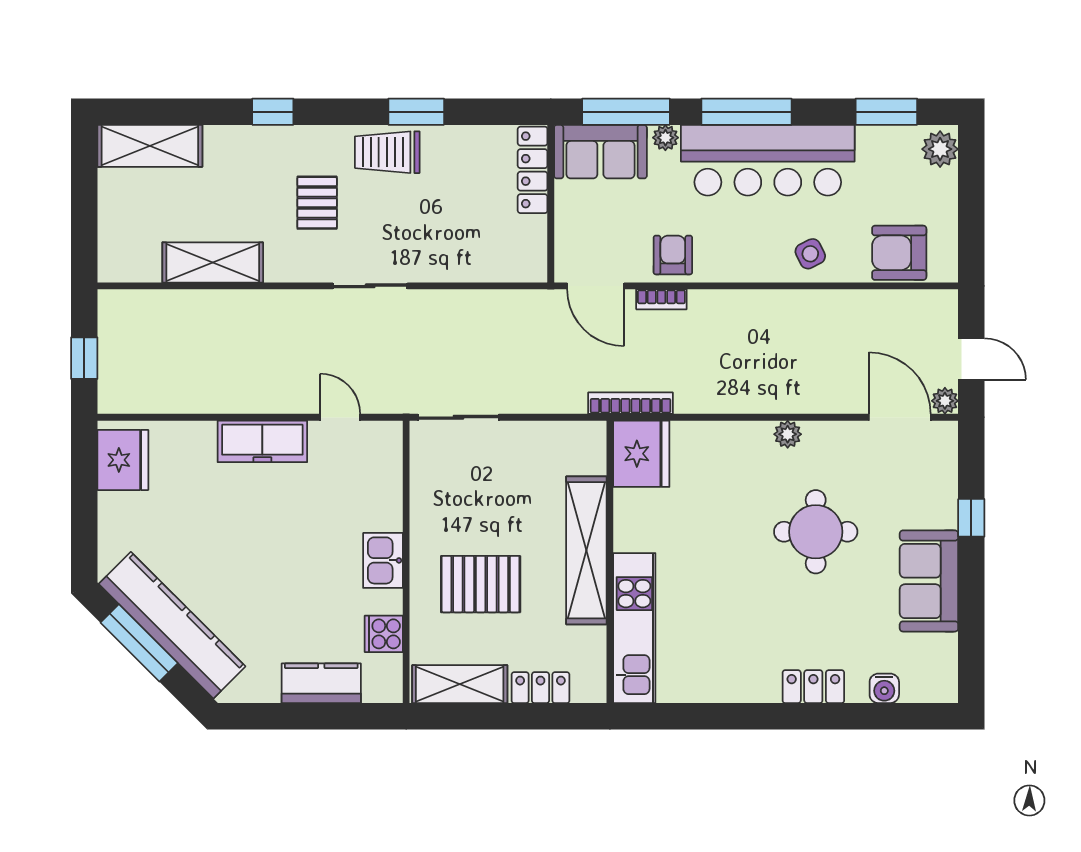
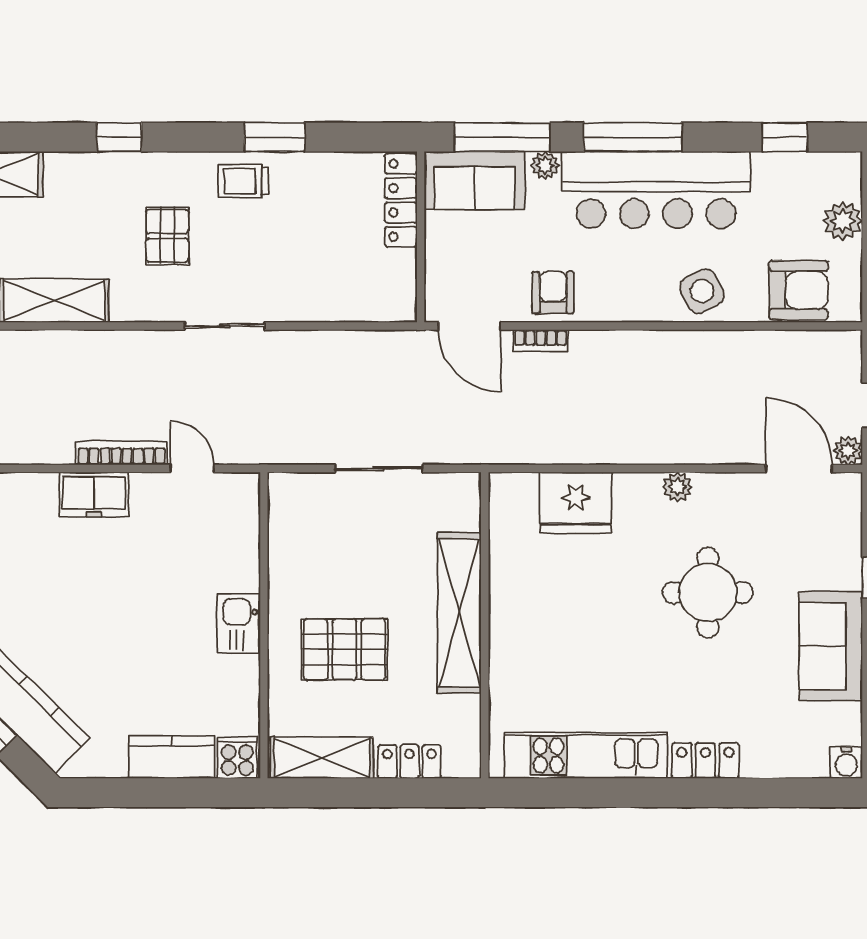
window: (886, 112) -> (784, 137), width x0.67
plant: (940, 149) -> (843, 221), moved
trolley: (387, 152) -> (243, 181), width x0.73, depth x0.72
armchair: (899, 253) -> (798, 290), turned 180
side table: (810, 254) -> (702, 291), width x1.37, depth x1.37
bookcase: (631, 403) -> (122, 453), moved
sliding door: (458, 417) -> (379, 469), moved
freezer: (262, 441) -> (94, 495), width x0.71
fridge: (641, 454) -> (576, 503), moved, turned 90
kitchen unit: (634, 628) -> (586, 756), moved, turned -90
cooker: (384, 634) -> (237, 758), moved, turned 90
water cooler: (884, 688) -> (846, 762), moved

